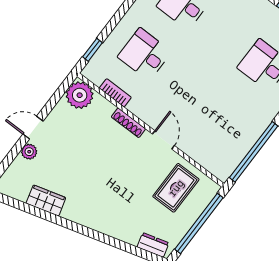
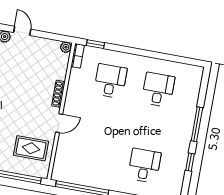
bookcase: (115, 93) -> (78, 56), moved
plant: (80, 95) -> (66, 47), width x0.53, depth x0.53

